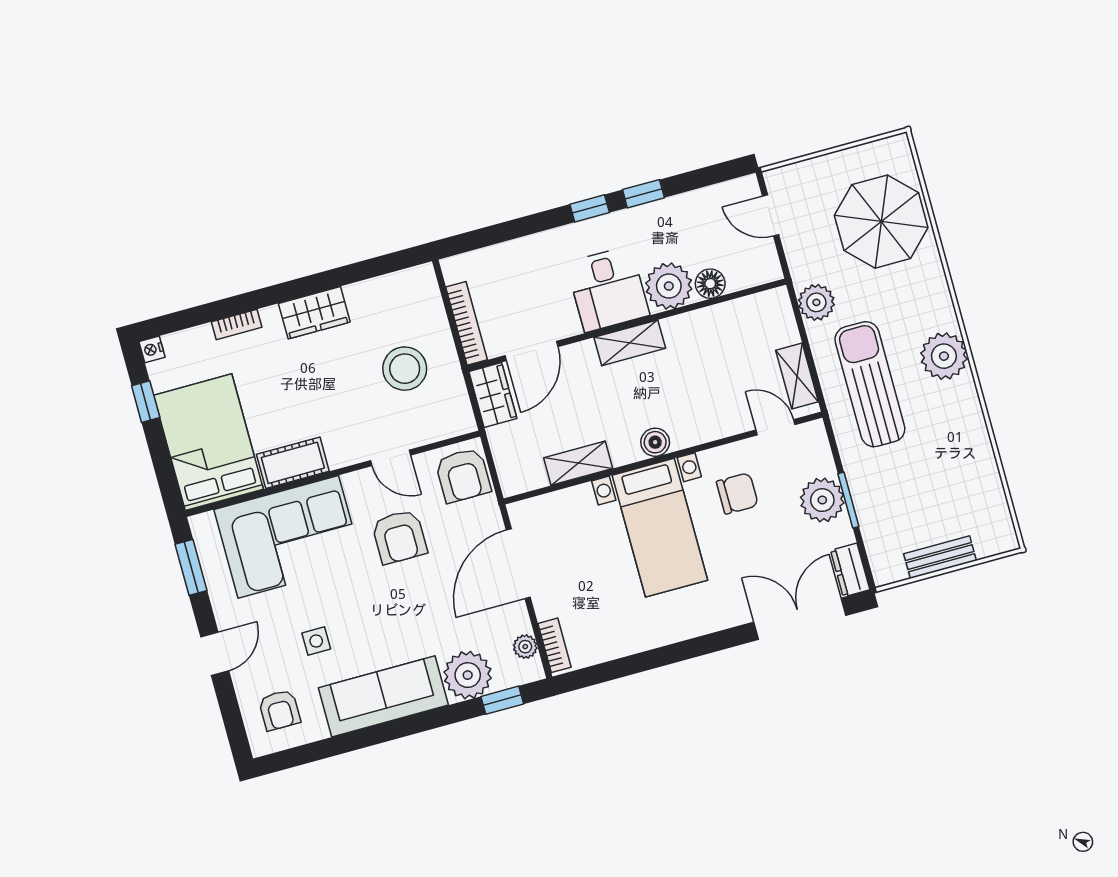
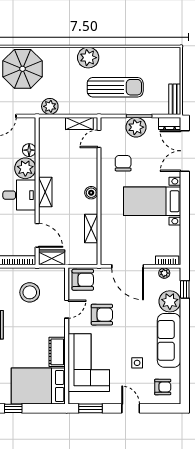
sun lounger: (870, 384) -> (115, 87), moved, turned 180
bed with nightstands: (660, 528) -> (152, 201), moved, turned 180
bench: (940, 557) -> (175, 99), moved

